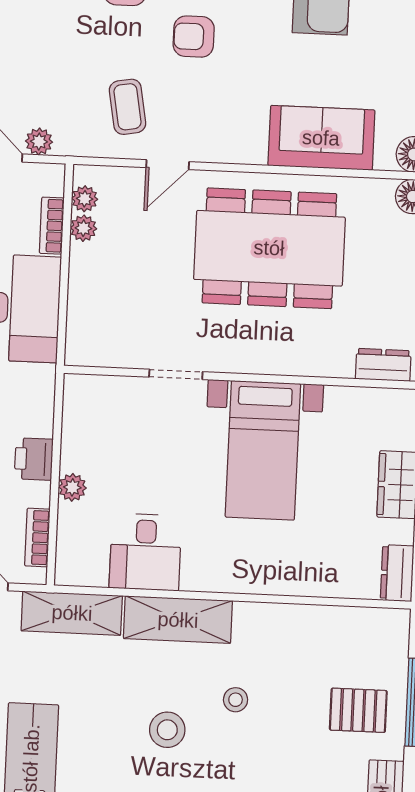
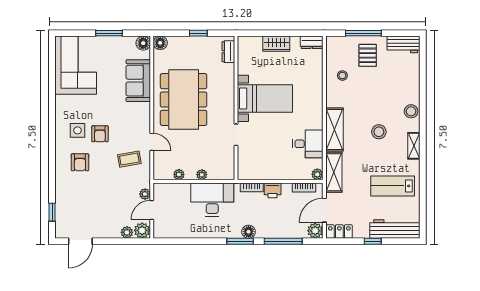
plant: (85, 199) -> (202, 175), moved
bookcase: (52, 226) -> (252, 187), moved
plant: (72, 487) -> (317, 174), moved
stool: (236, 700) -> (342, 76), moved

